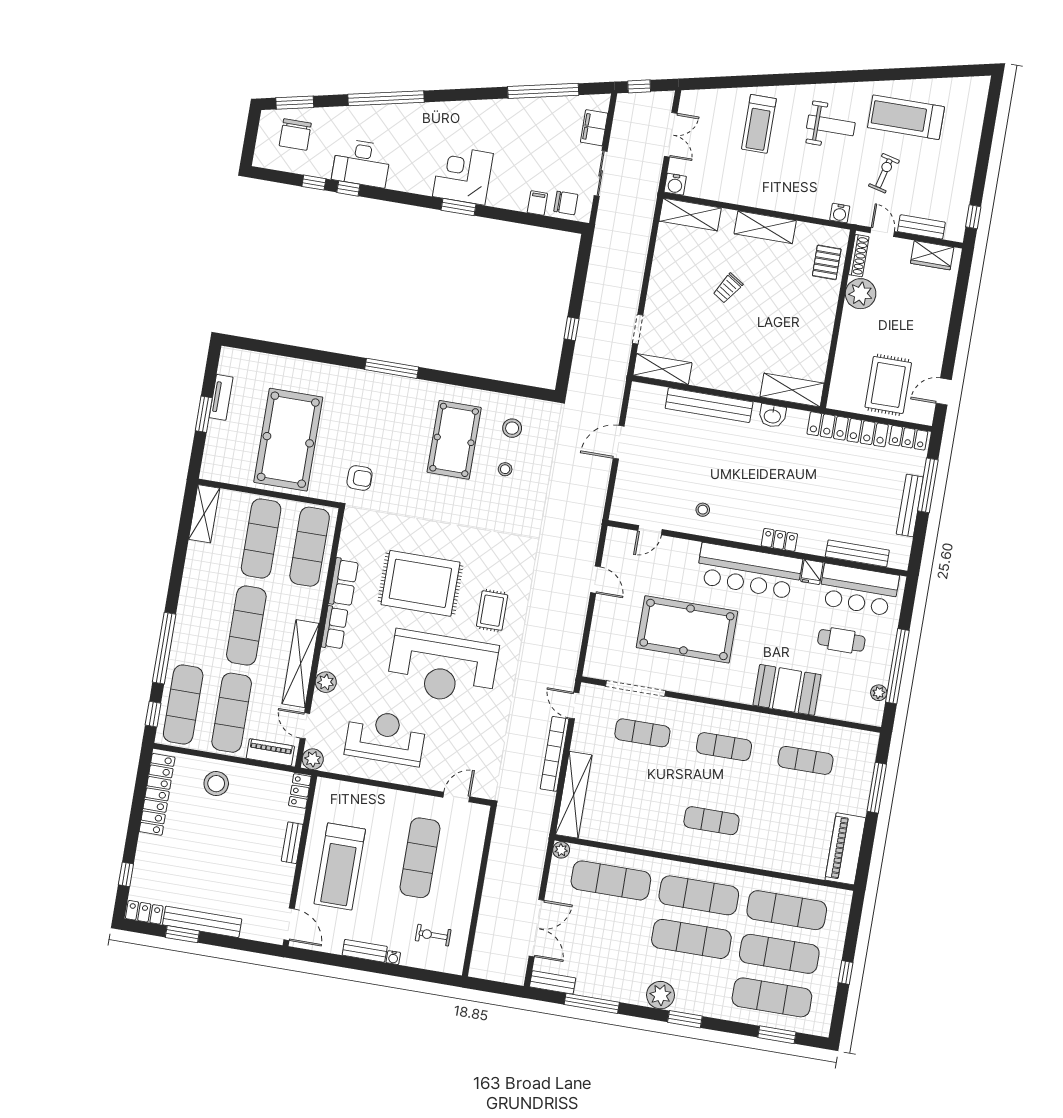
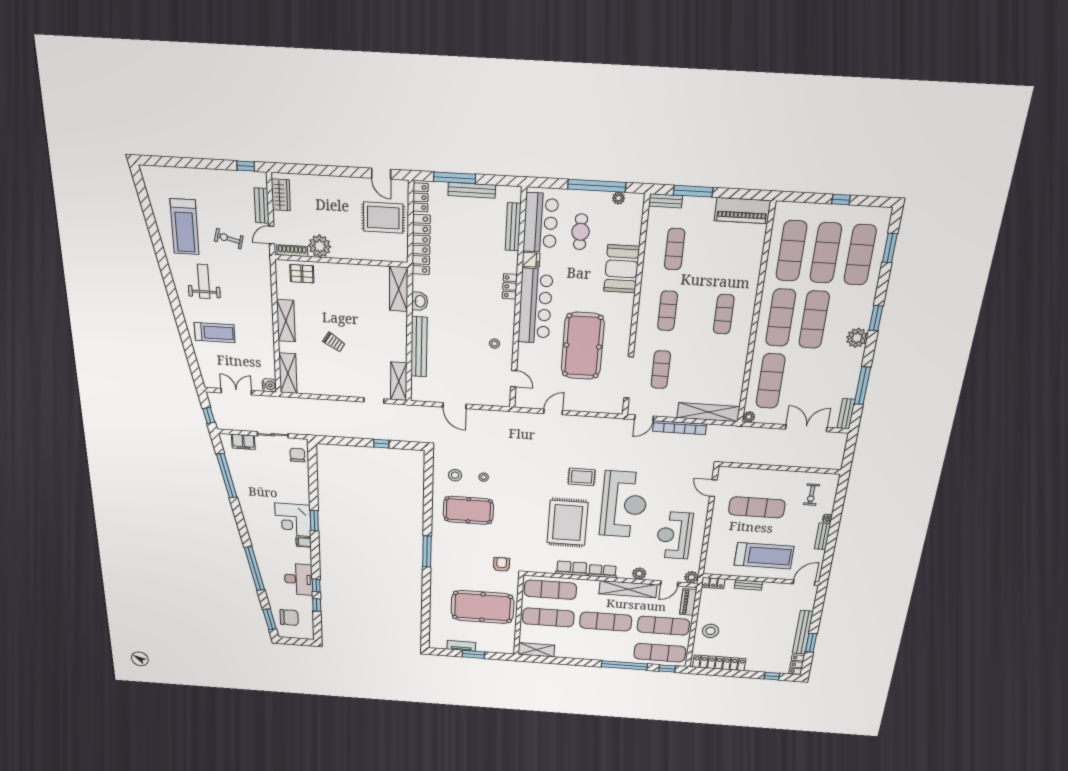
filing cabinet: (537, 203) -> (304, 542), moved
water cooler: (840, 213) -> (265, 268), removed
bench: (869, 752) -> (666, 201), added

